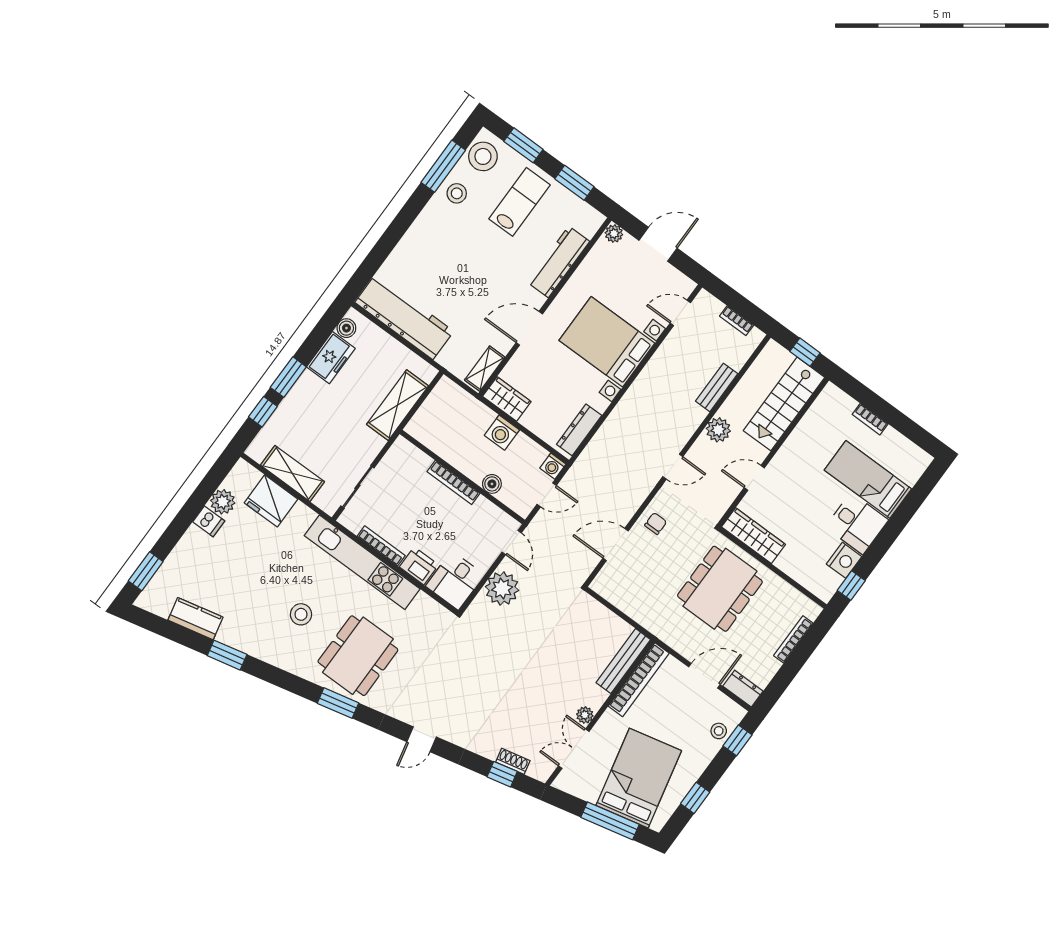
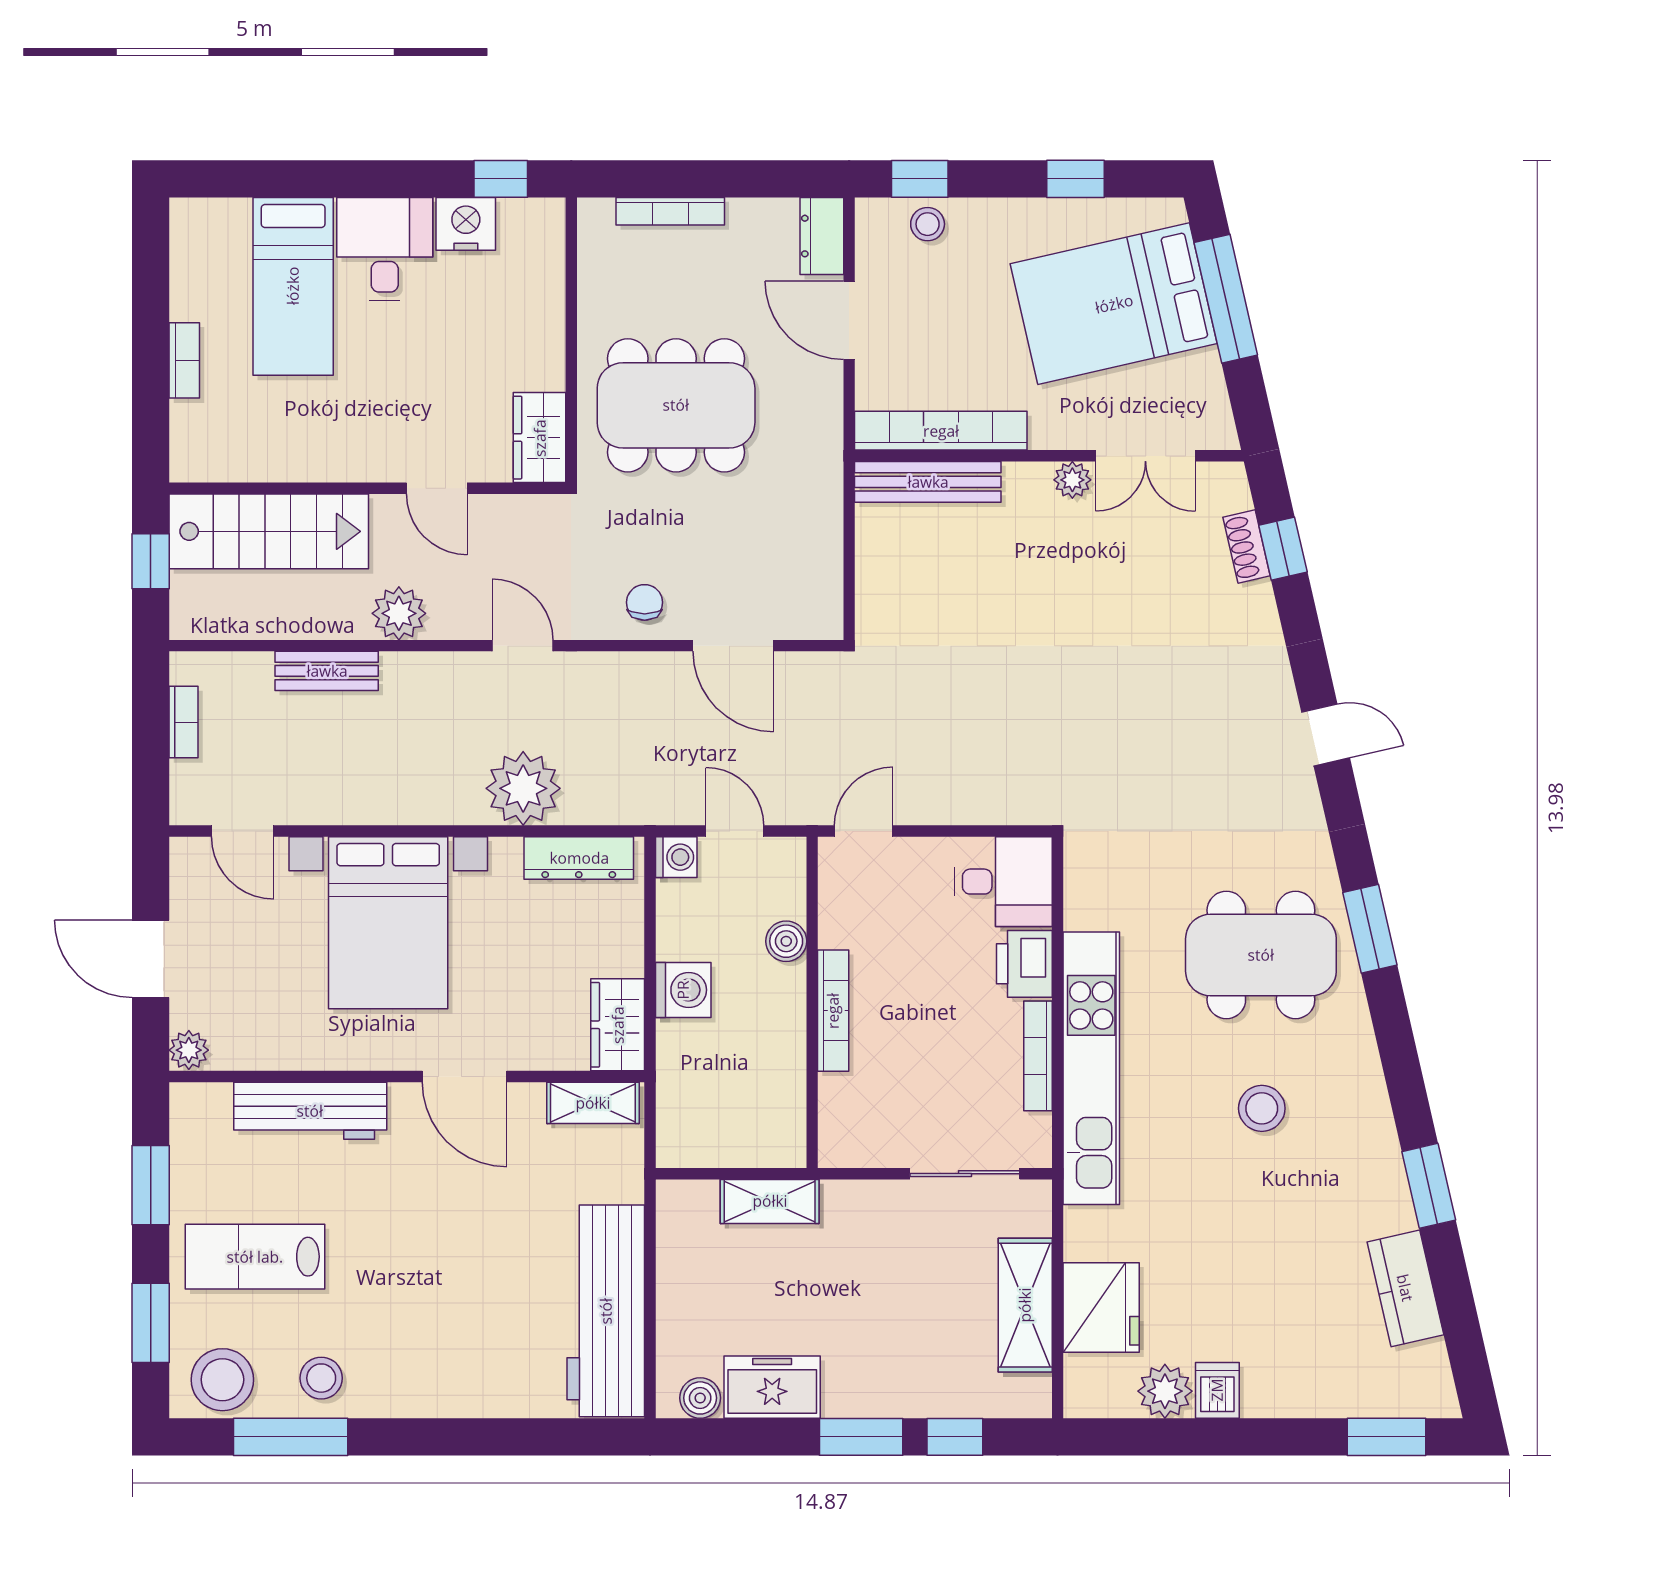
shelving: (397, 405) -> (770, 1201), width x0.67, depth x0.75
chair: (656, 524) -> (645, 602), turned 90
wardrobe: (753, 536) -> (540, 438), width x0.67
plant: (502, 589) -> (523, 788), moved

